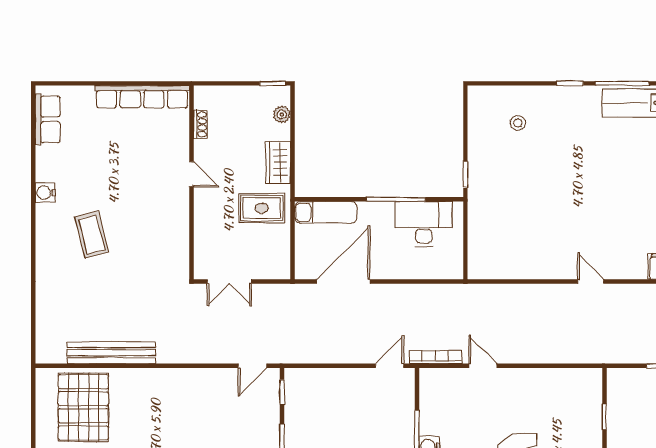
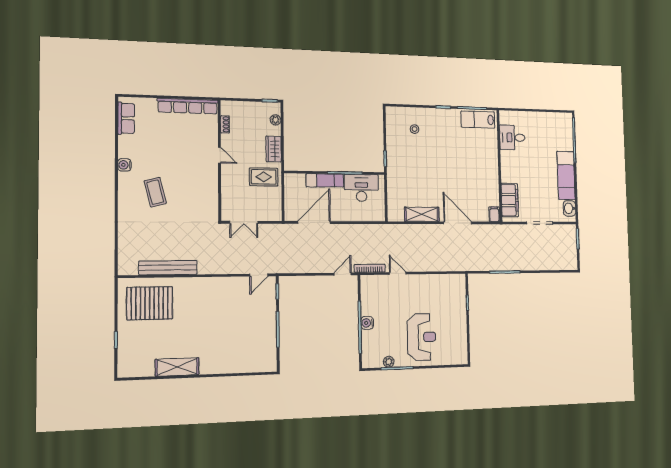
exam couch: (326, 212) -> (325, 180), moved
shelving: (527, 267) -> (422, 214), added
door: (591, 281) -> (458, 223), width x1.87
pallet: (83, 407) -> (150, 303), turned 90

